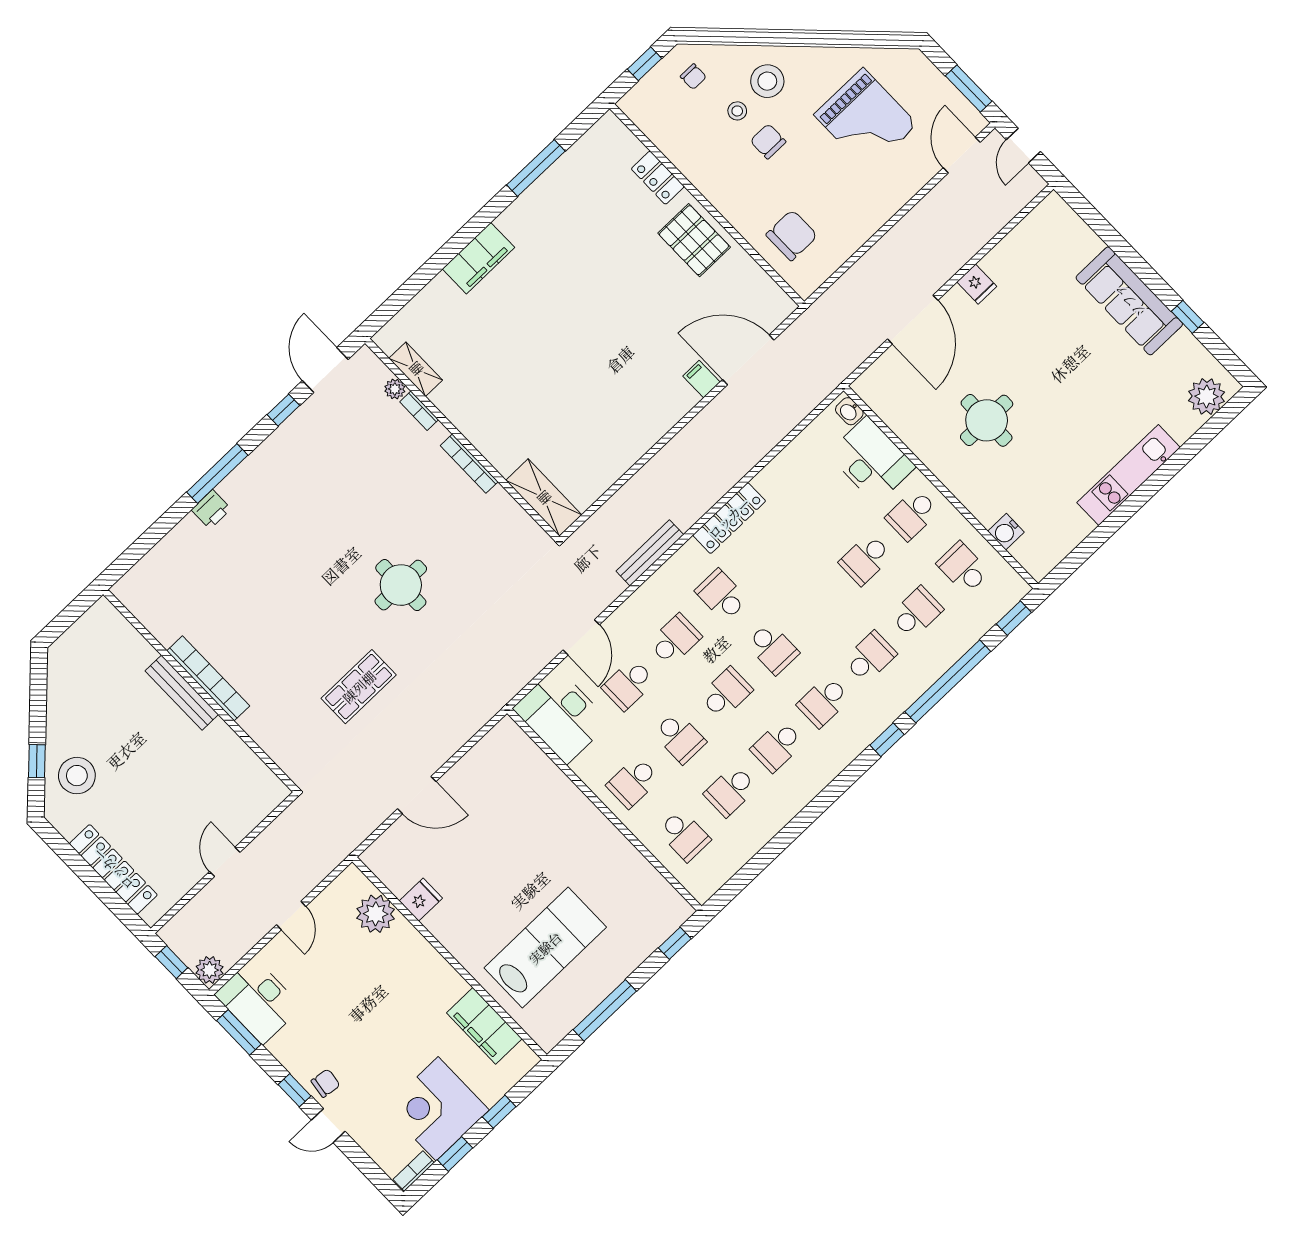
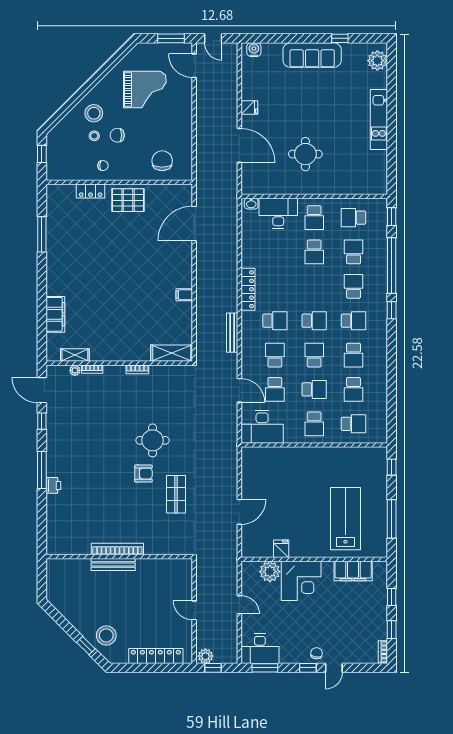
chair: (693, 77) -> (103, 166), moved
filing cabinet: (479, 258) -> (55, 314), moved
filing cabinet: (701, 379) -> (184, 295), moved
bookcase: (469, 464) -> (137, 369), width x0.64
water cooler: (1006, 532) -> (254, 50), moved, turned 180
school desk: (722, 595) -> (275, 321), turned 180
armchair: (344, 616) -> (143, 474), added
school desk: (824, 702) -> (353, 321), turned -90
plant: (210, 970) -> (205, 656), moved
corner desk: (437, 1109) -> (301, 581), moved, turned -90

